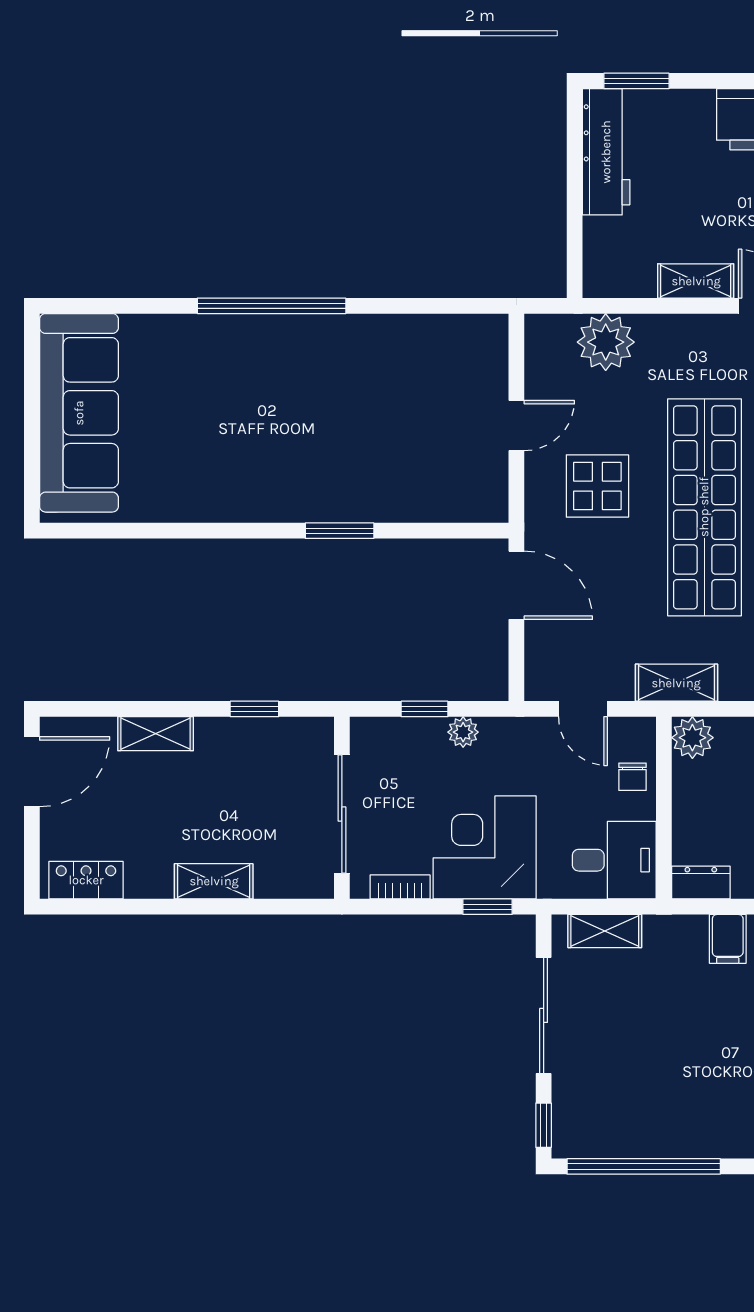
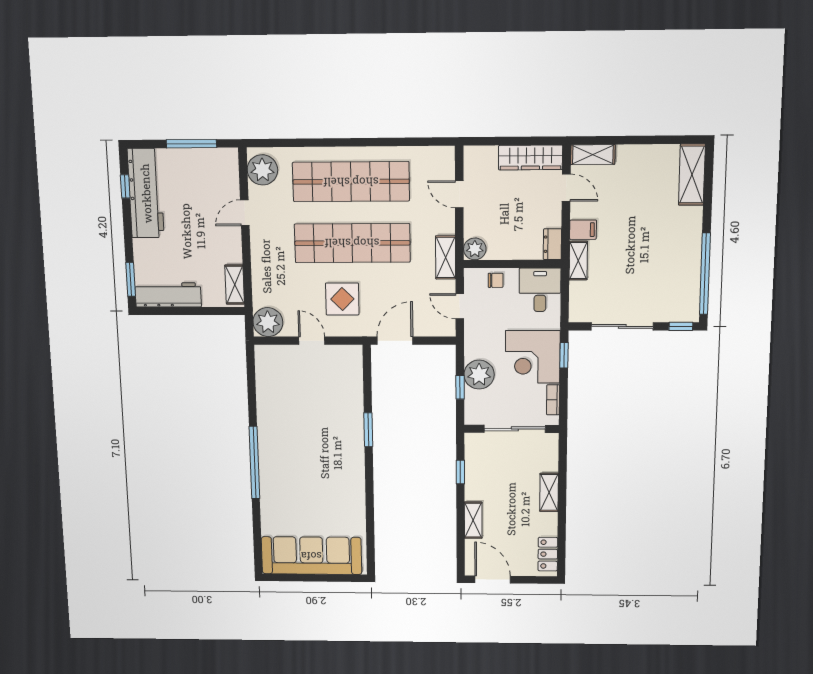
shelving: (696, 281) -> (235, 285), moved
plant: (606, 342) -> (268, 322), moved
door: (583, 709) -> (460, 306), swing flipped
plant: (463, 732) -> (479, 375), width x1.87, depth x1.87
shelving: (605, 931) -> (578, 261), moved

